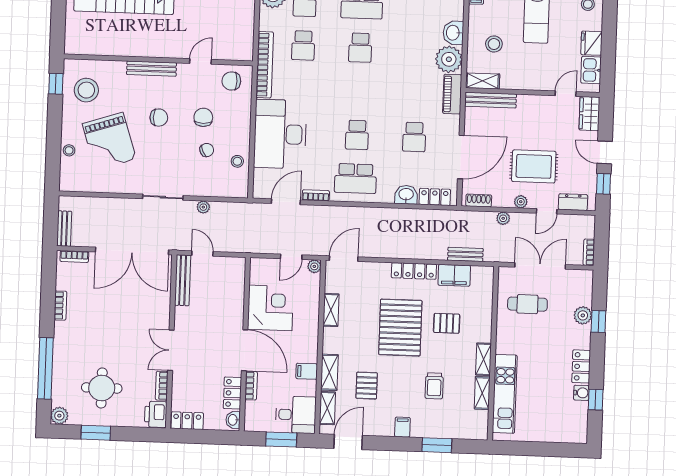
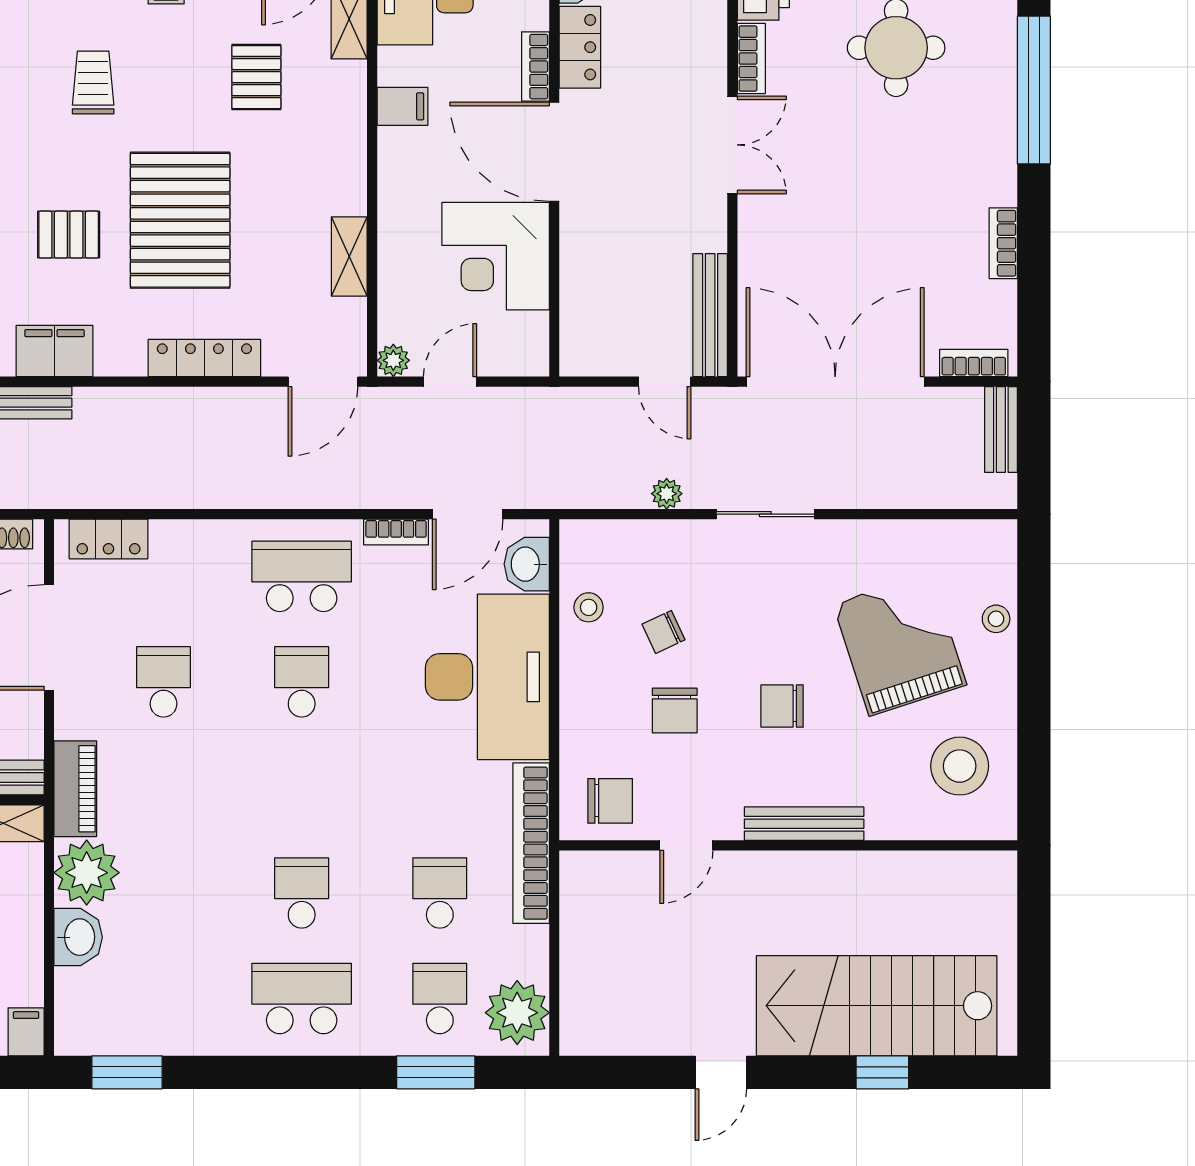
window: (56, 84) -> (1034, 778), removed
washbasin: (406, 195) -> (527, 564), moved, turned 90
locker: (414, 271) -> (204, 358), moved
shelving: (329, 372) -> (347, 106), removed

